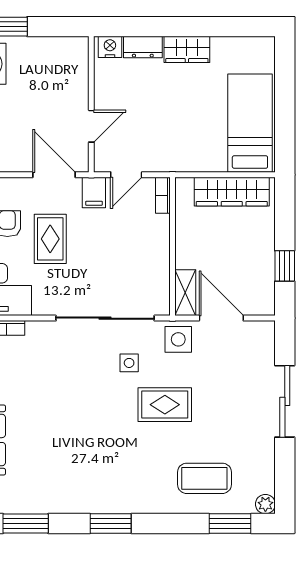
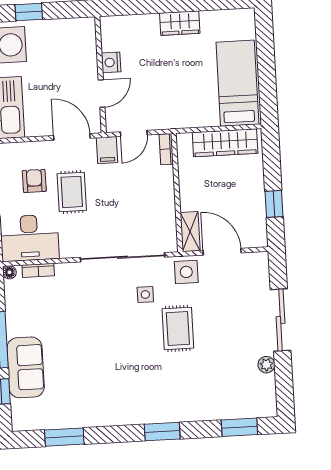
nightstand: (110, 47) -> (111, 62), moved, turned -90
dresser: (143, 47) -> (142, 23), removed
rug: (165, 405) -> (178, 328), turned 90
coffee table: (204, 478) -> (215, 390), removed
plant: (265, 504) -> (266, 365), moved
window: (111, 523) -> (162, 432), moved

